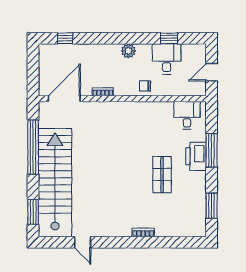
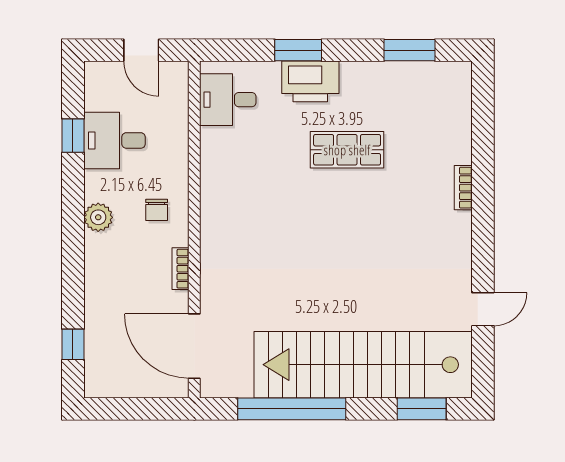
chair: (145, 86) -> (157, 210), moved
window: (212, 150) -> (298, 50), width x0.69

